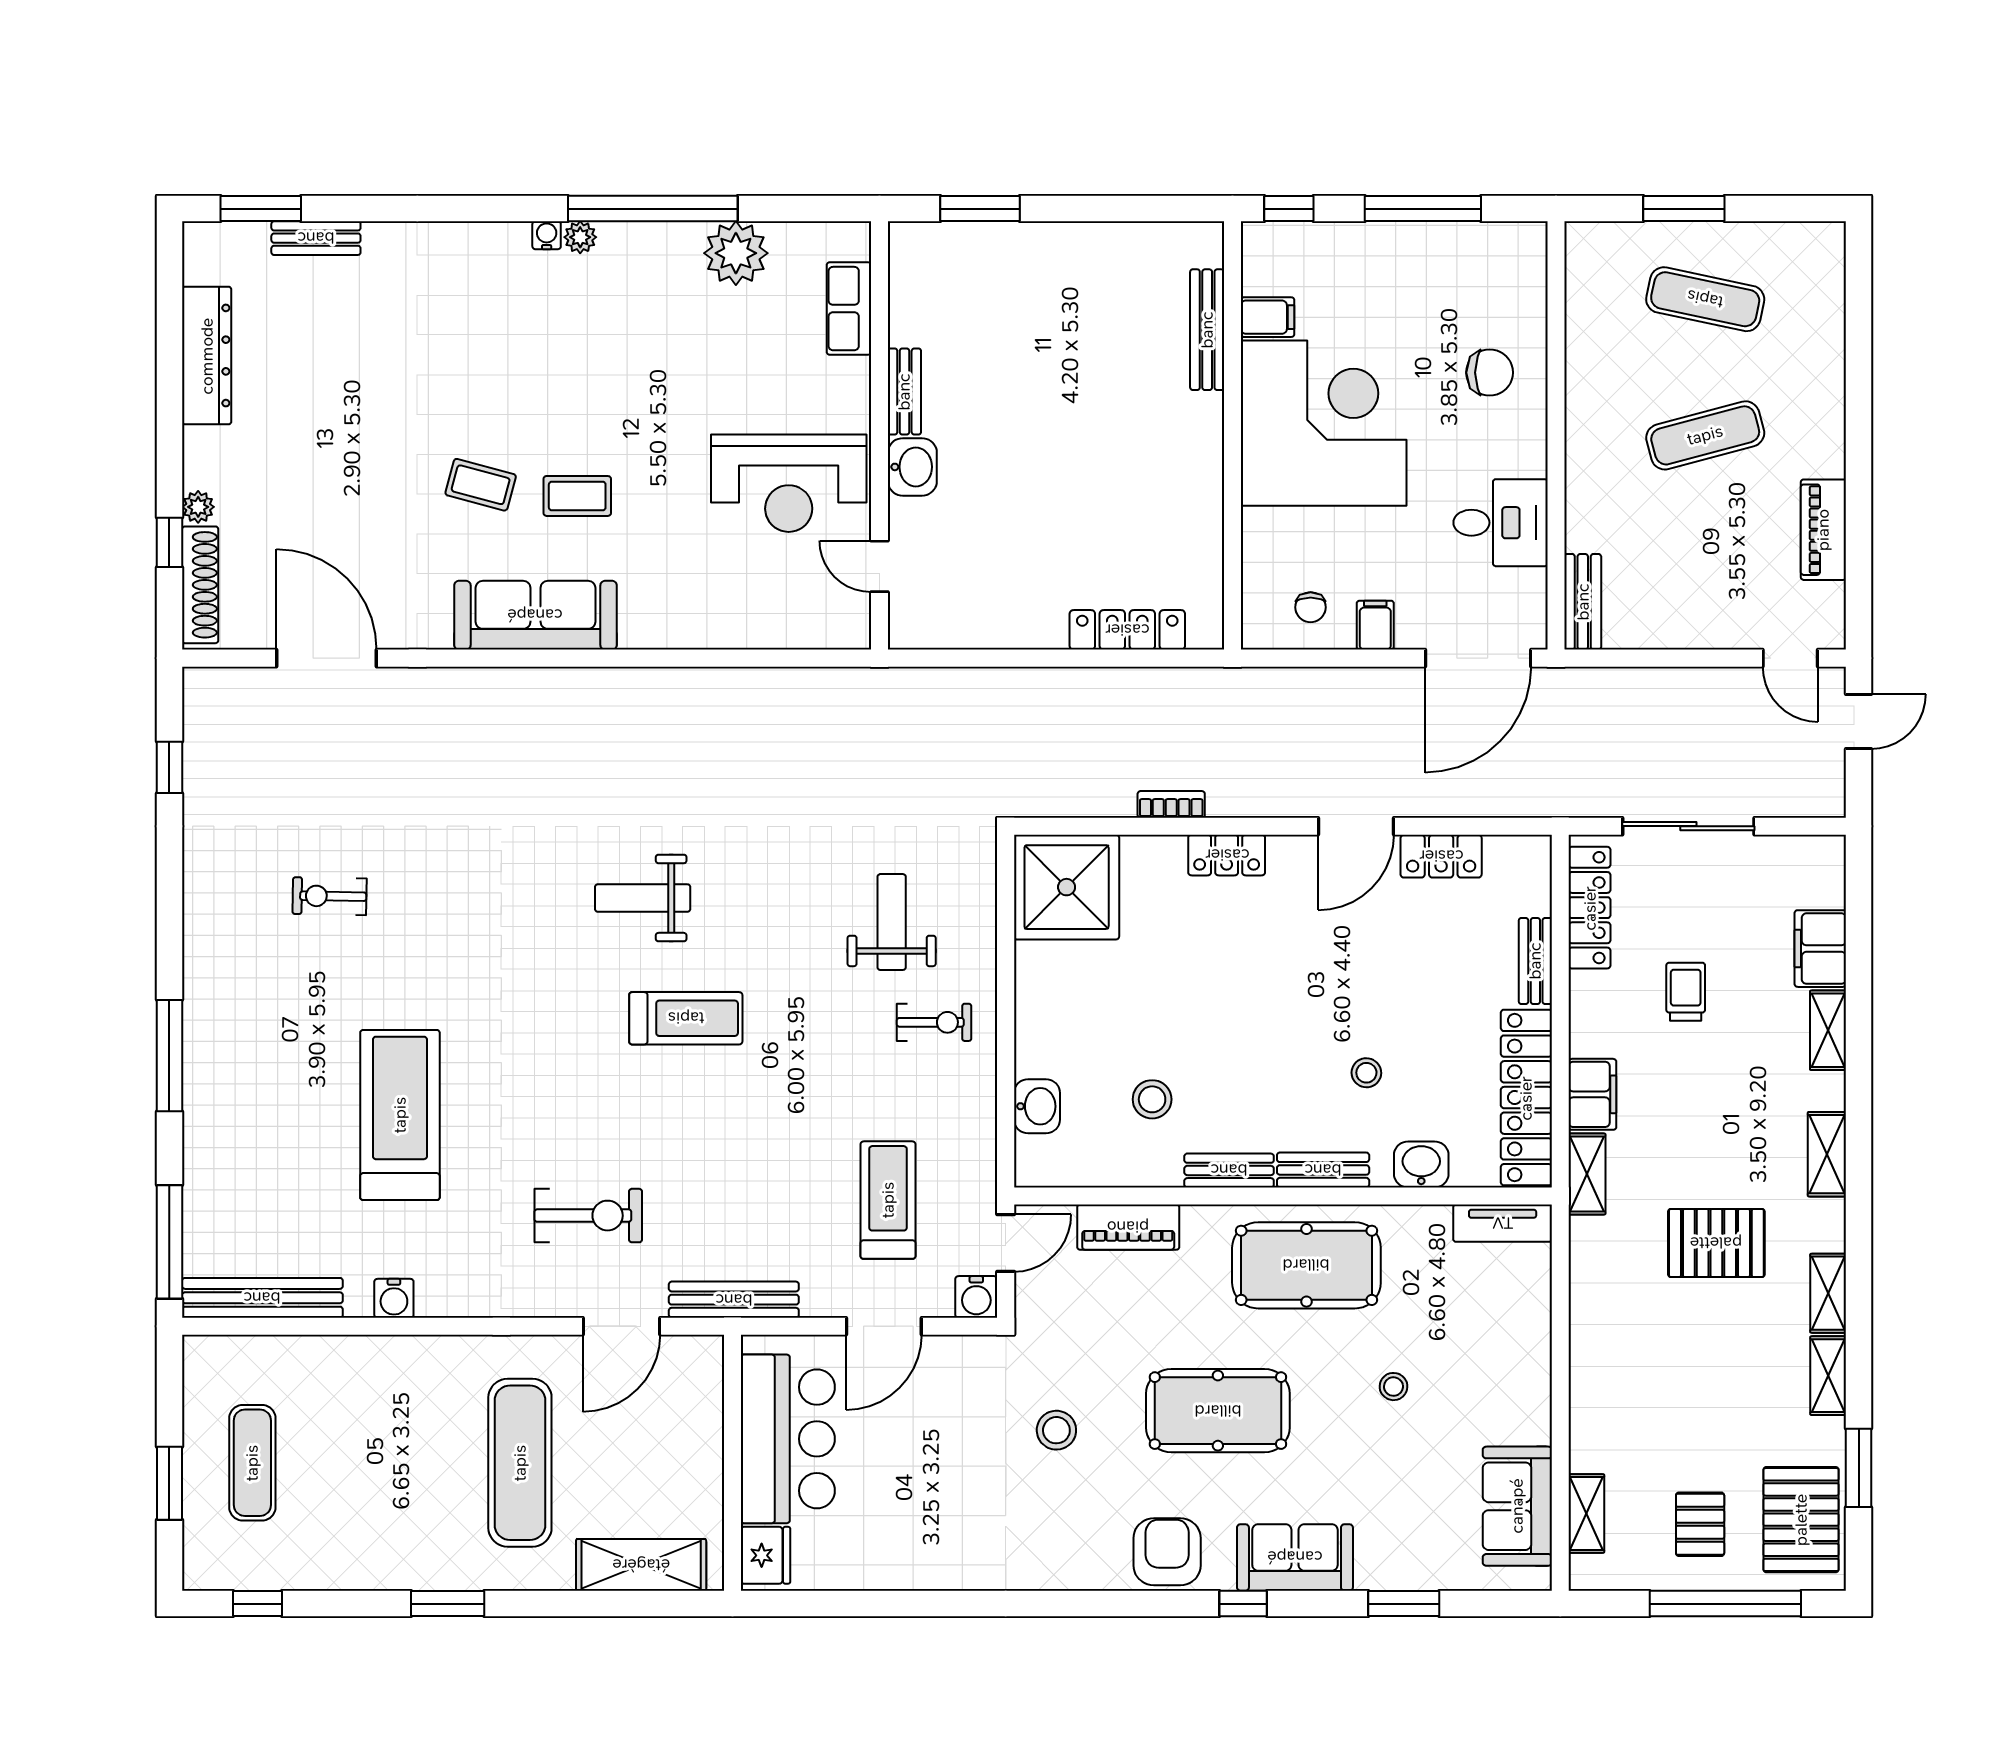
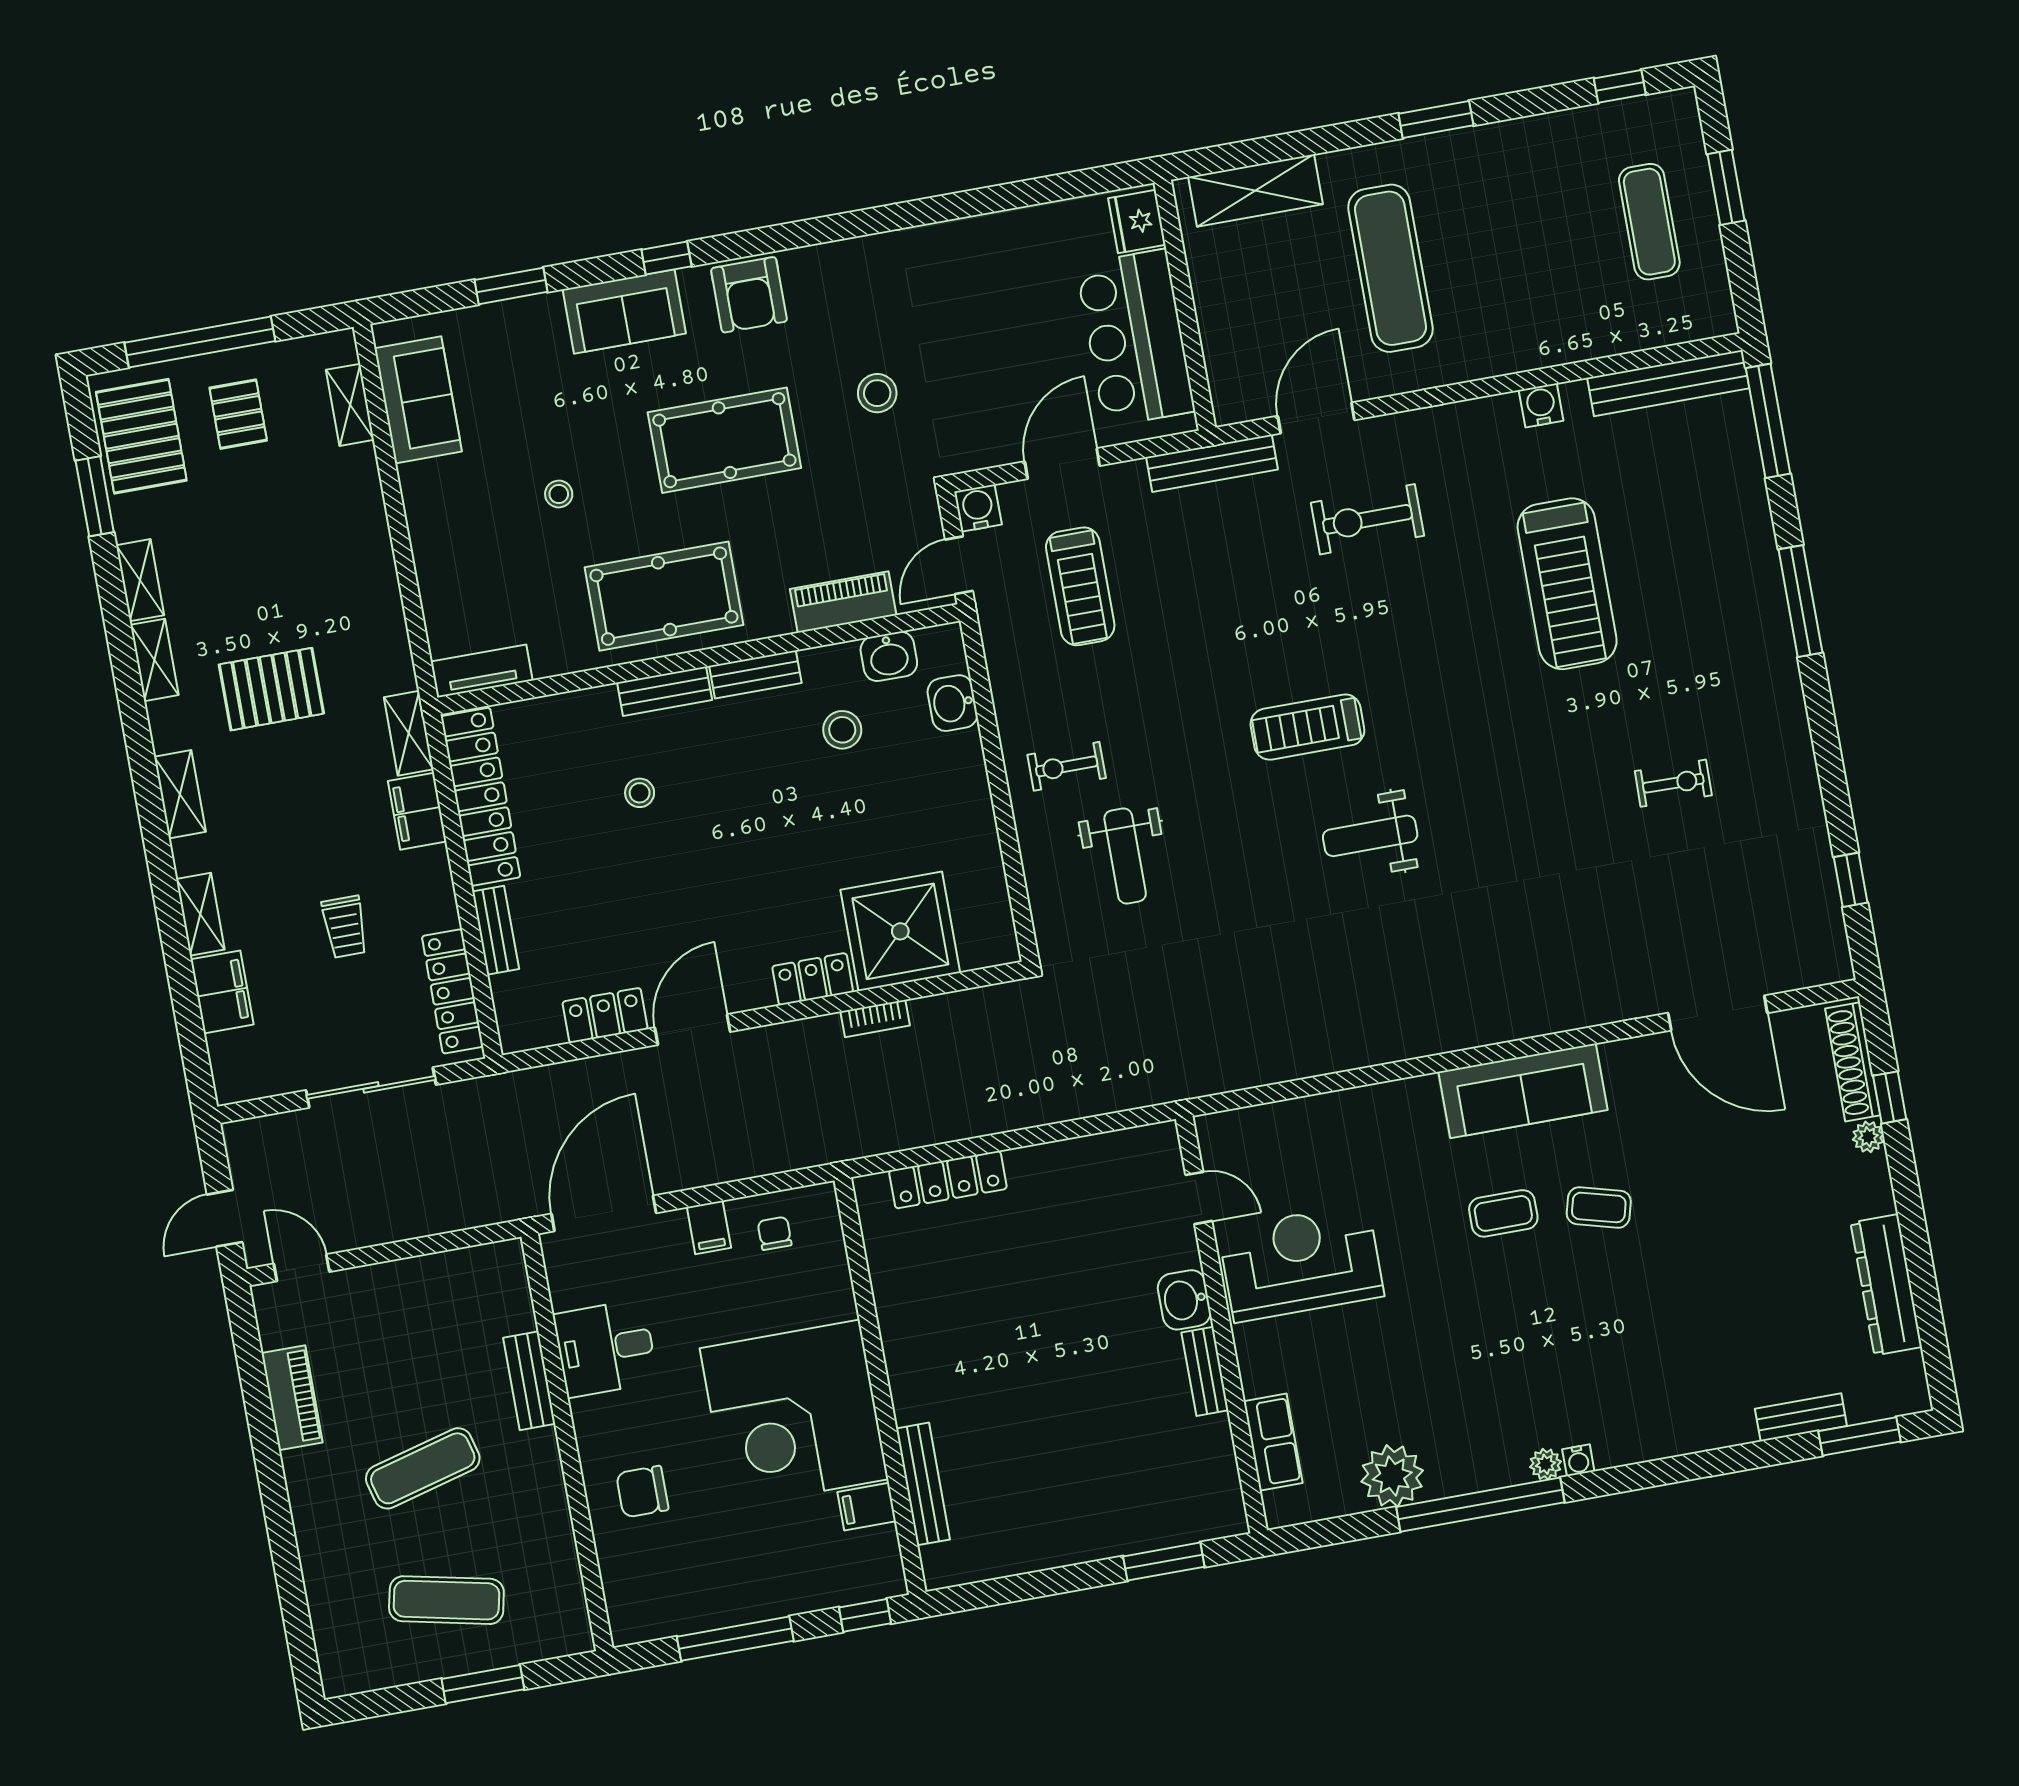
bench: (1583, 602) -> (529, 1381), moved
shower: (1067, 887) -> (900, 931), moved
weight bench: (643, 898) -> (1370, 836), turned 180
washbasin: (1421, 1164) -> (889, 656), moved

